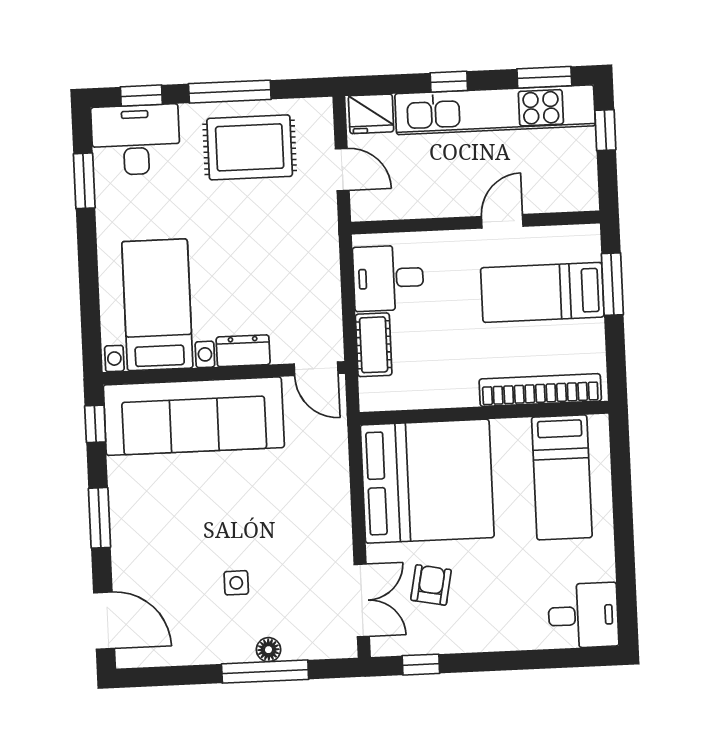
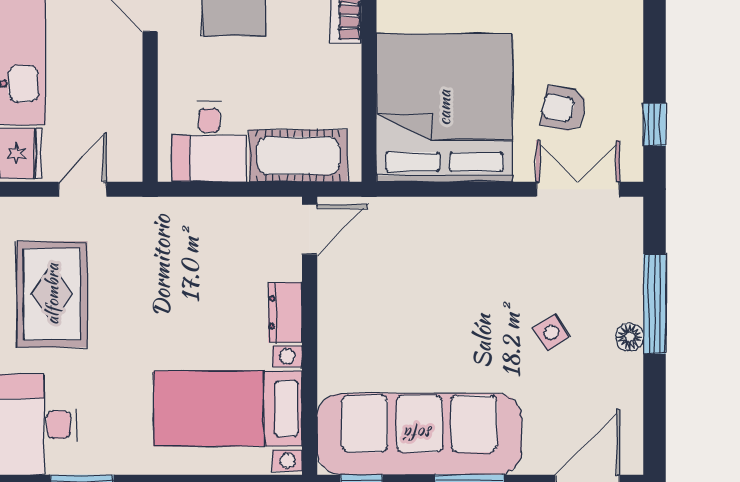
cot: (374, 345) -> (298, 156), width x1.37, depth x1.34
sofa: (194, 416) -> (419, 434), moved, turned -90
side table: (236, 583) -> (551, 332), turned -33
floor lamp: (268, 650) -> (630, 337), moved

